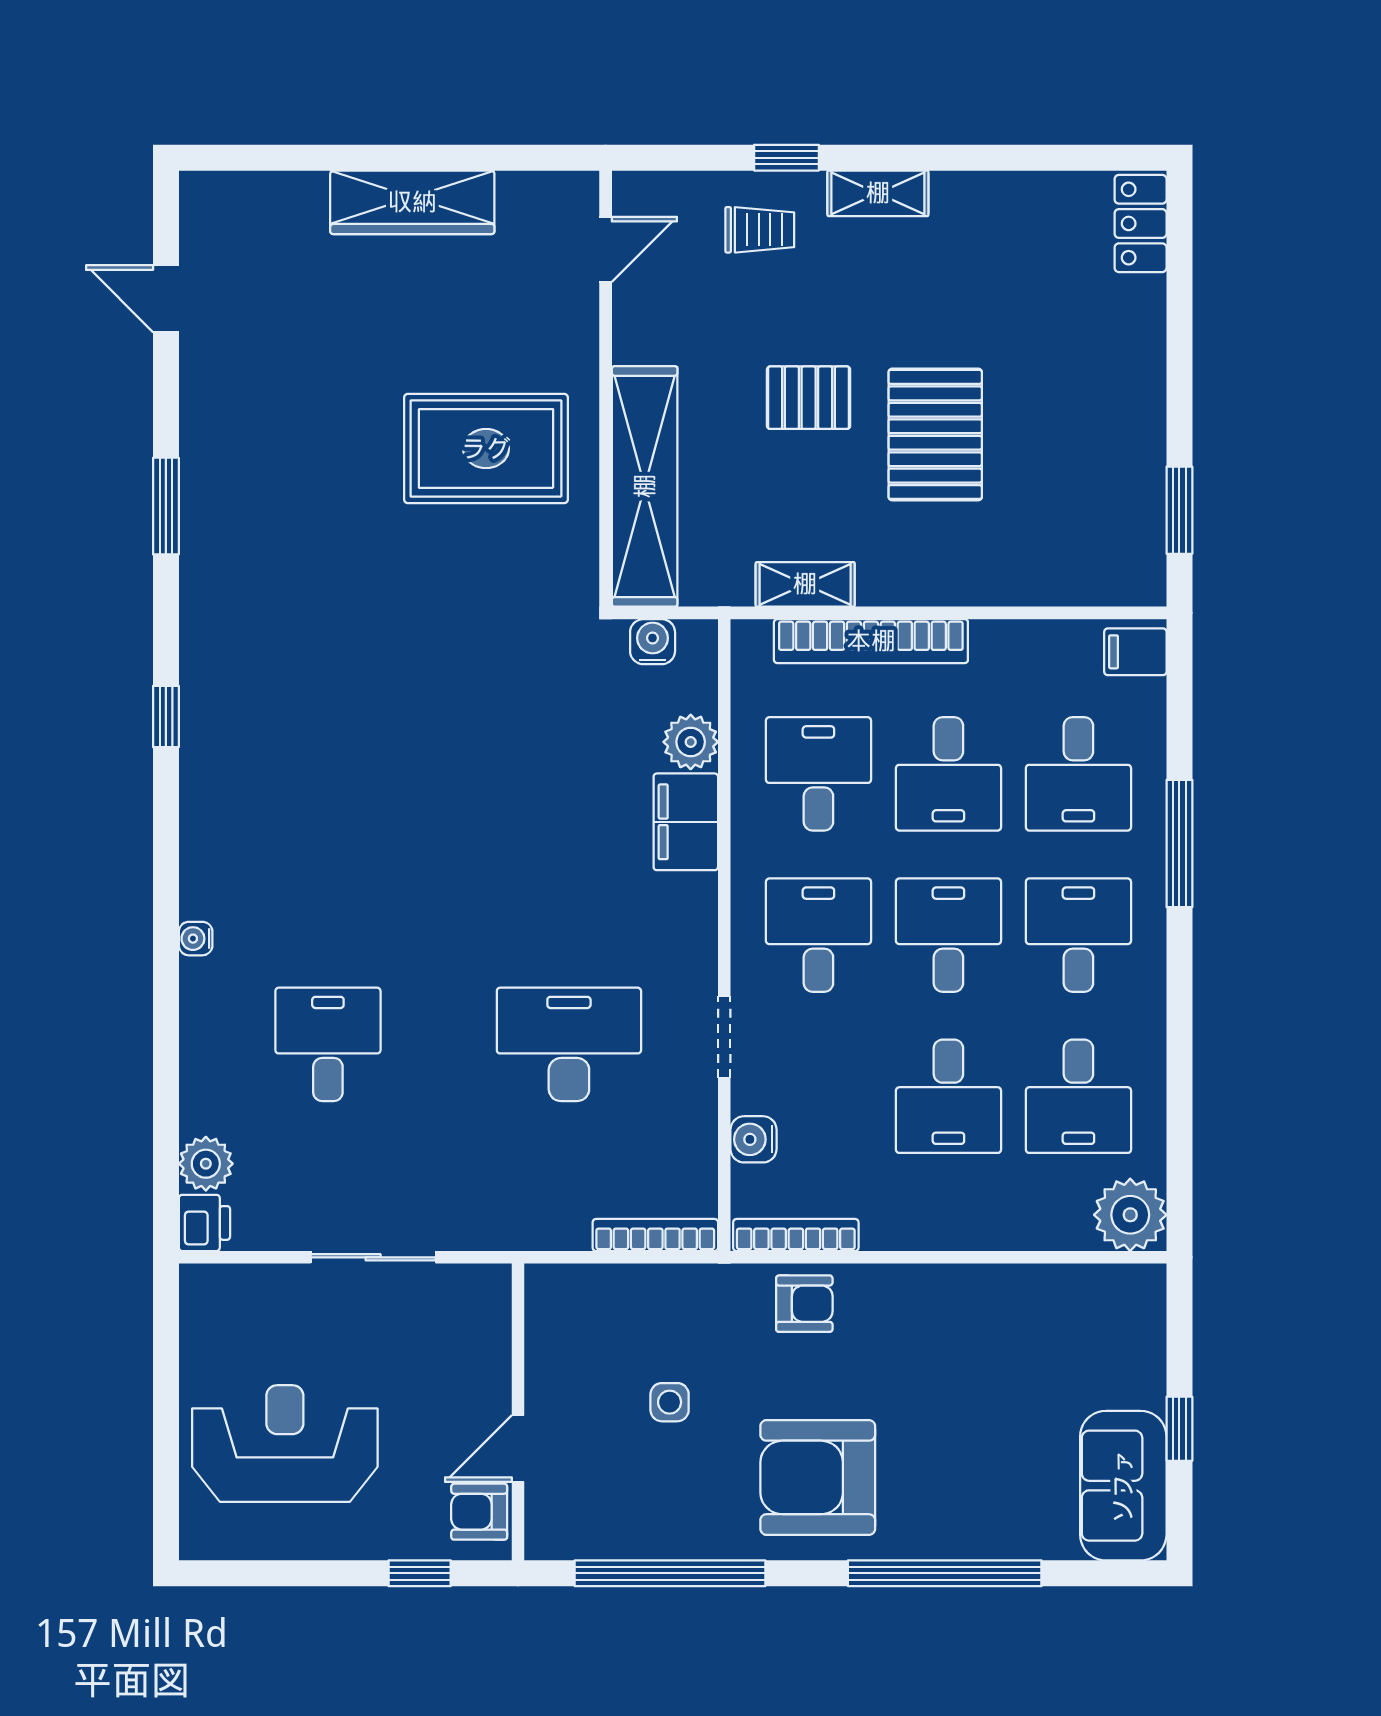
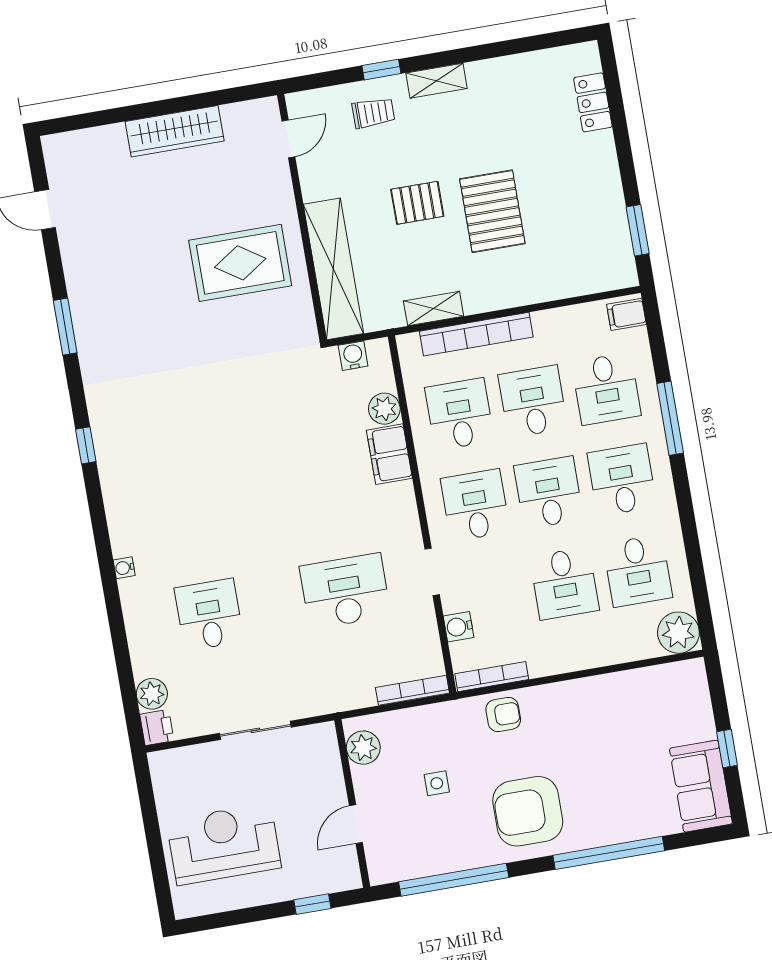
locker: (1141, 223) -> (593, 102), moved
desk: (948, 774) -> (533, 401), turned 180
plant: (554, 1319) -> (363, 748), added
armchair: (479, 1512) -> (340, 864), removed

